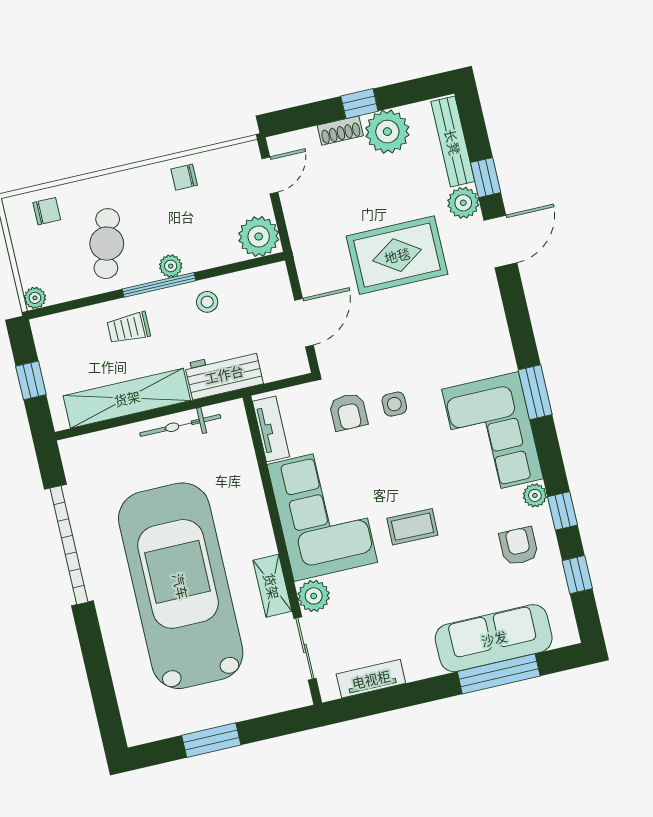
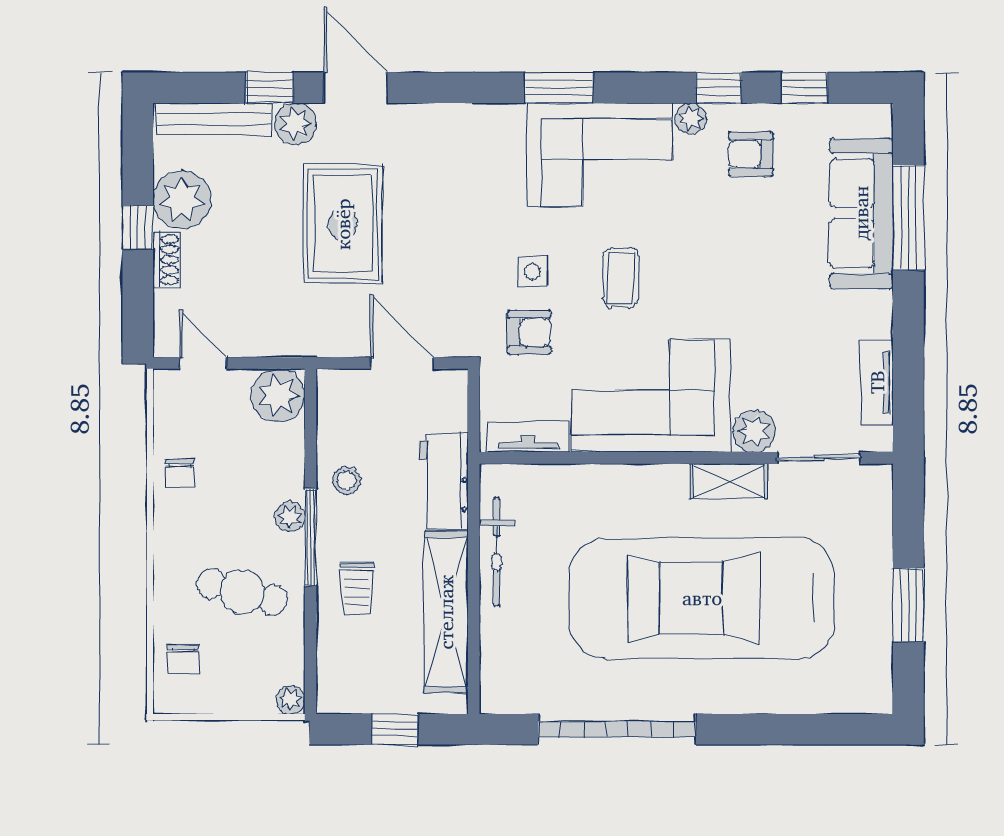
chair: (47, 211) -> (183, 659), turned 180
coffee table: (412, 527) -> (621, 277), moved

